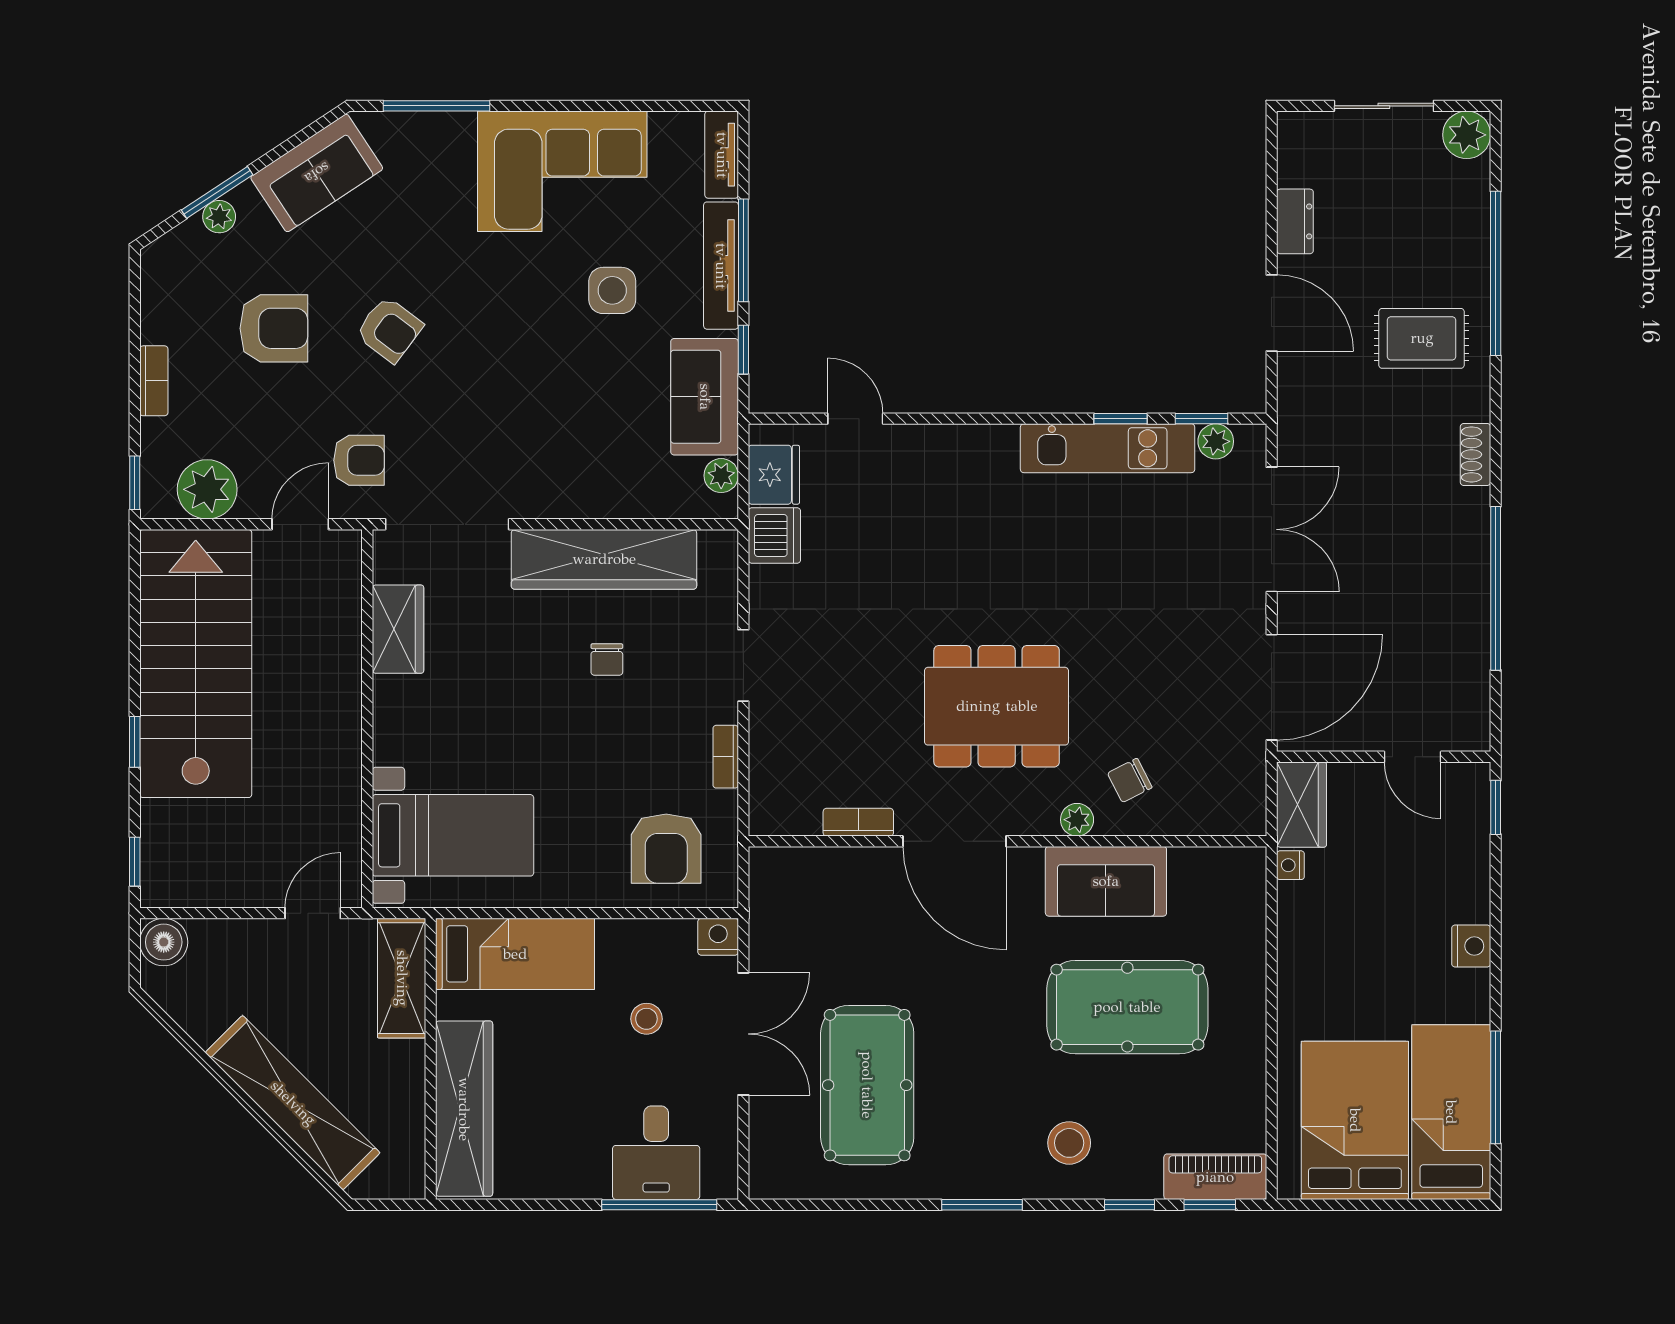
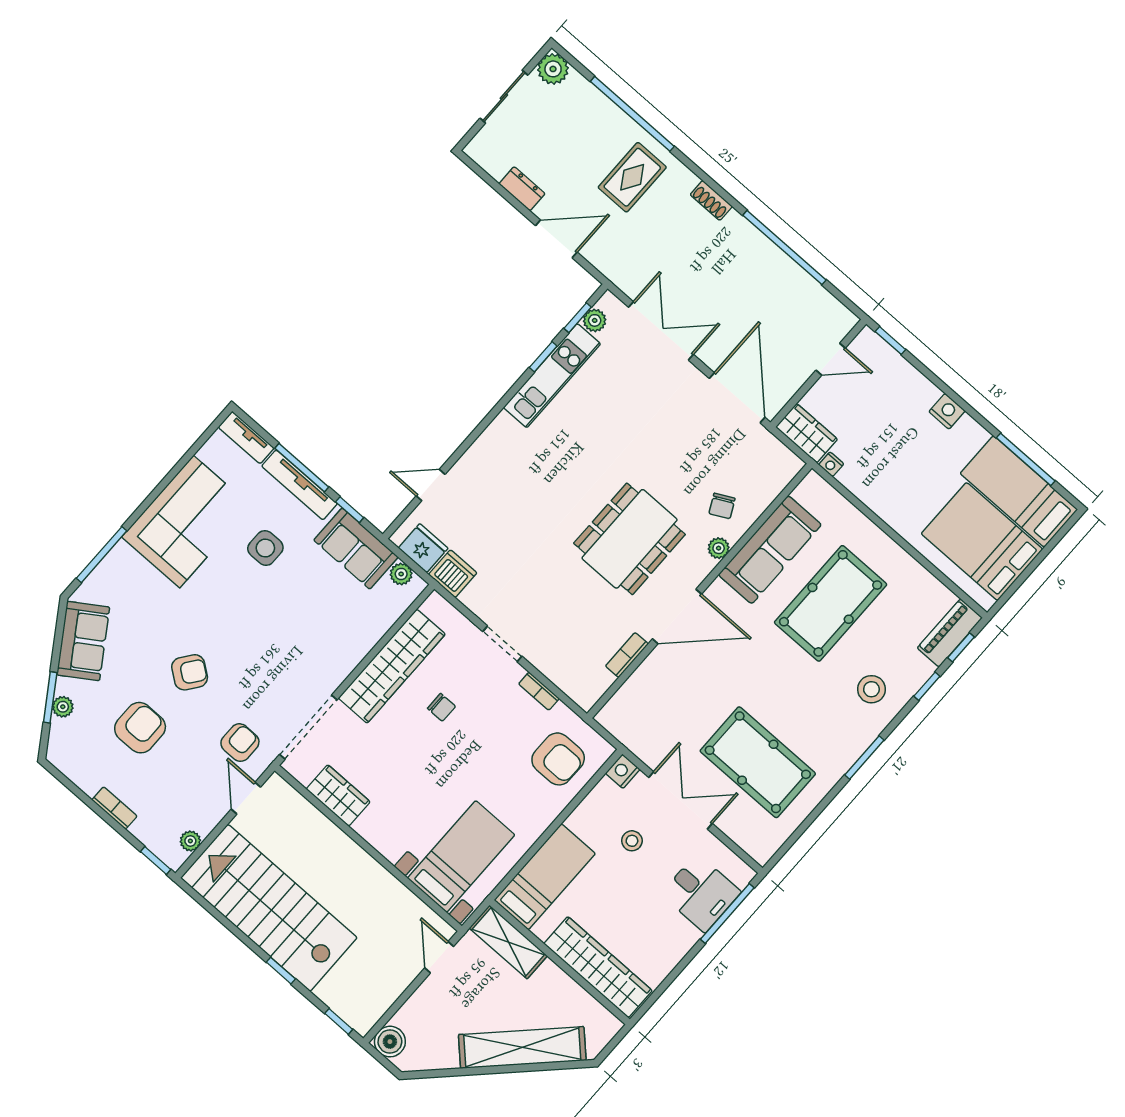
plant: (207, 489) -> (190, 841), width x0.53, depth x0.53
sofa: (1106, 881) -> (770, 550), width x1.36

